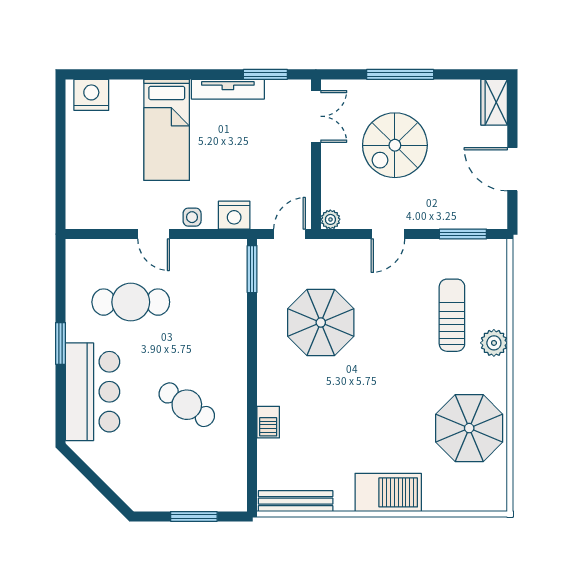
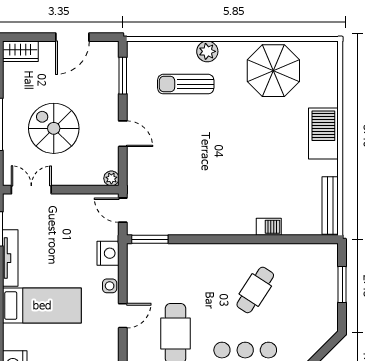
spiral stairs: (395, 145) -> (54, 128), turned 180
parasol: (321, 323) -> (191, 186), removed

